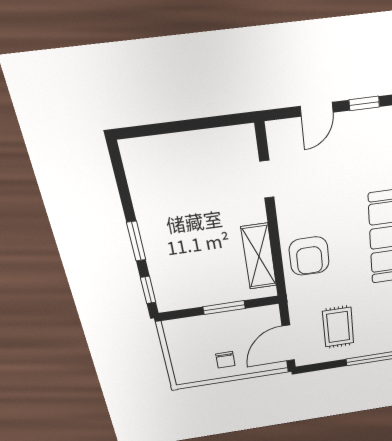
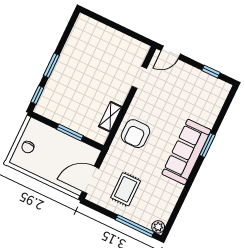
door: (317, 109) -> (171, 52), moved
shelving: (259, 257) -> (110, 117), width x0.67, depth x0.75
chair: (225, 360) -> (28, 147), moved

